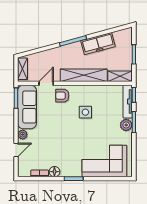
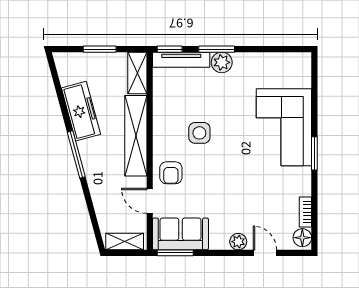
sofa: (27, 107) -> (180, 234), width x0.73
corner sofa: (104, 161) -> (284, 127), moved
floor lamp: (54, 172) -> (302, 238), moved

